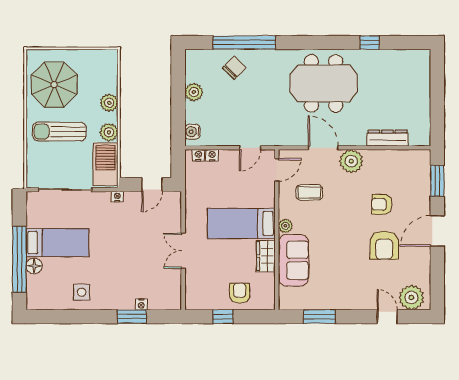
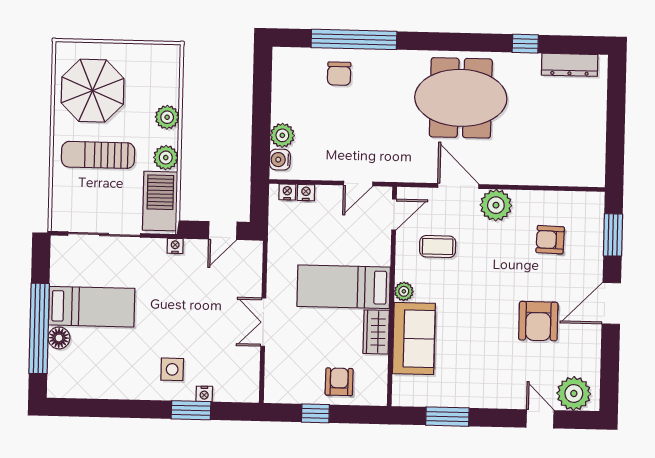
chair: (234, 68) -> (339, 74), turned 135
plant: (194, 92) -> (282, 135), moved
dresser: (388, 138) -> (570, 65), moved, turned 180
armchair: (382, 204) -> (550, 240), moved
side table: (82, 292) -> (172, 369), moved

